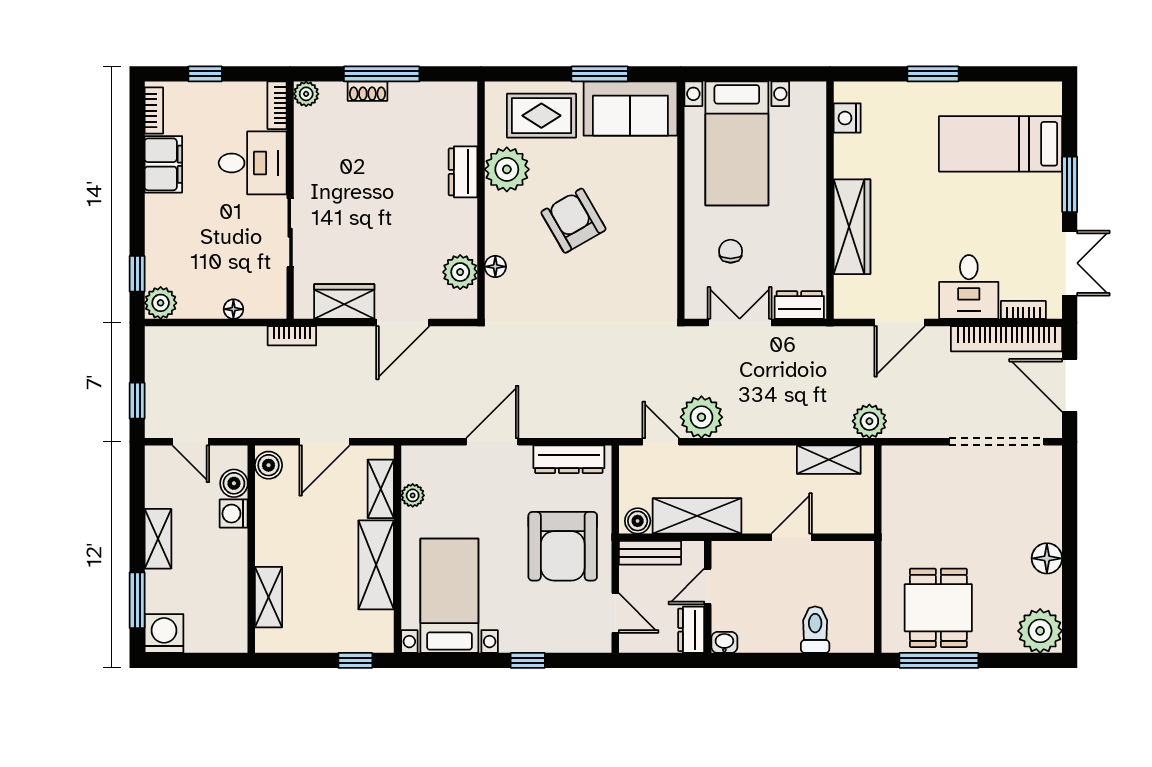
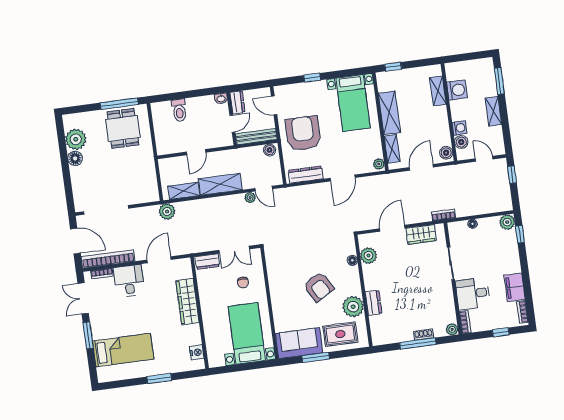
plant: (701, 417) -> (250, 198), width x0.53, depth x0.53
plant: (413, 495) -> (379, 164), moved
shelving: (697, 516) -> (220, 184), moved
bench: (650, 553) -> (256, 137), width x1.36
plant: (1040, 631) -> (76, 139), moved
washing machine: (164, 634) -> (457, 90), moved, turned -90

